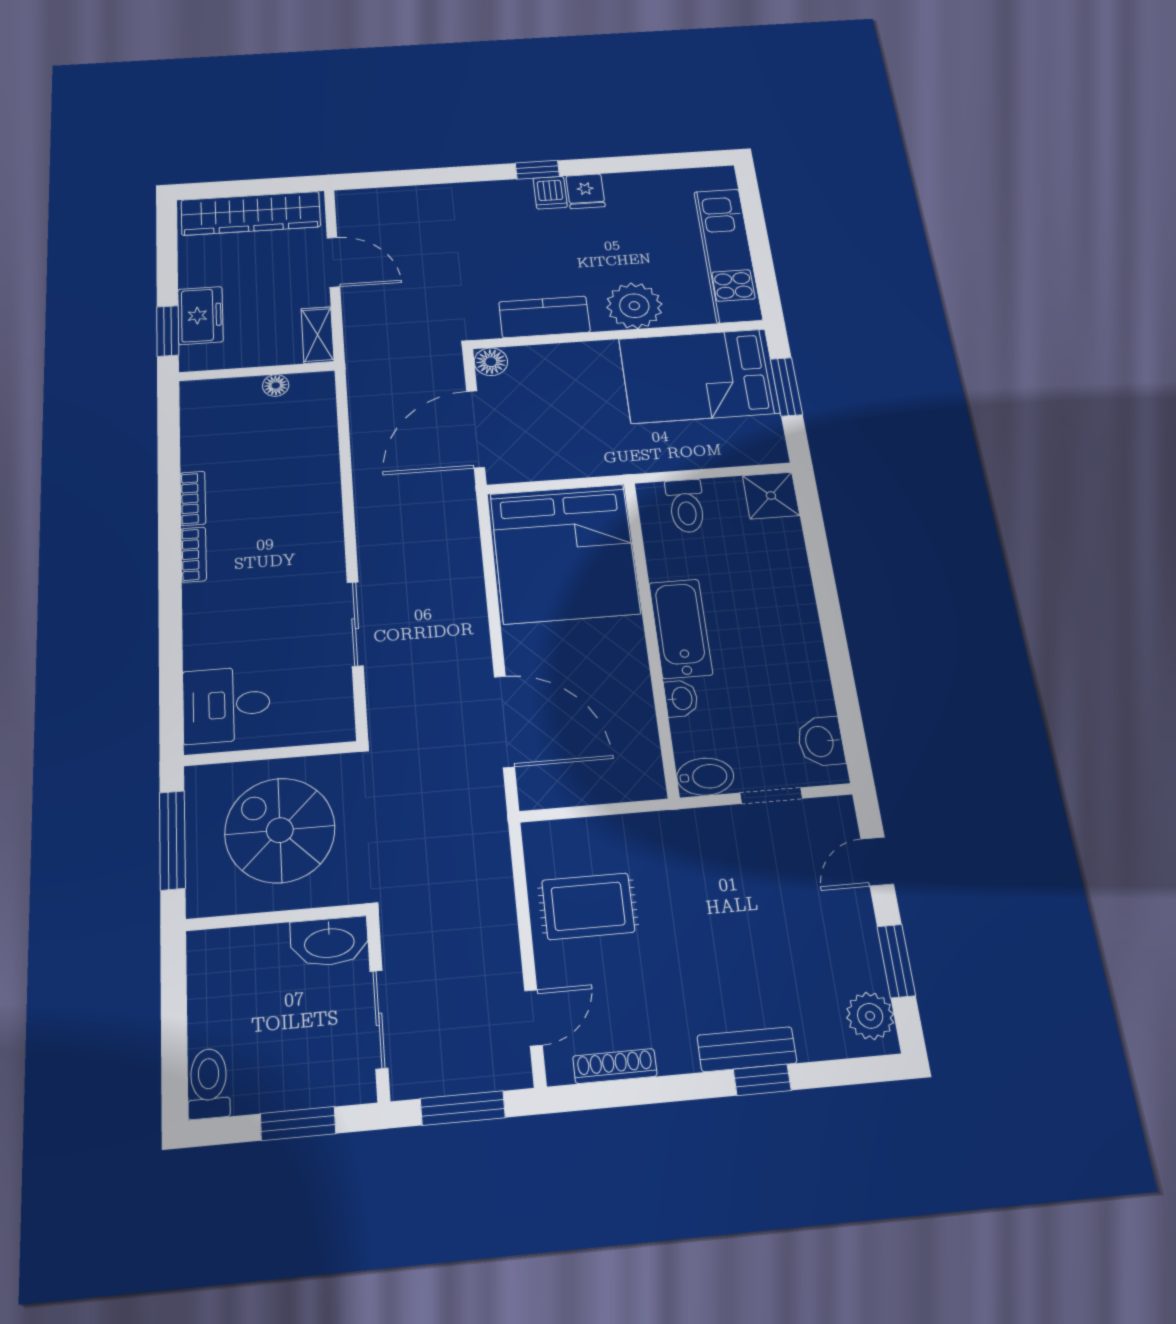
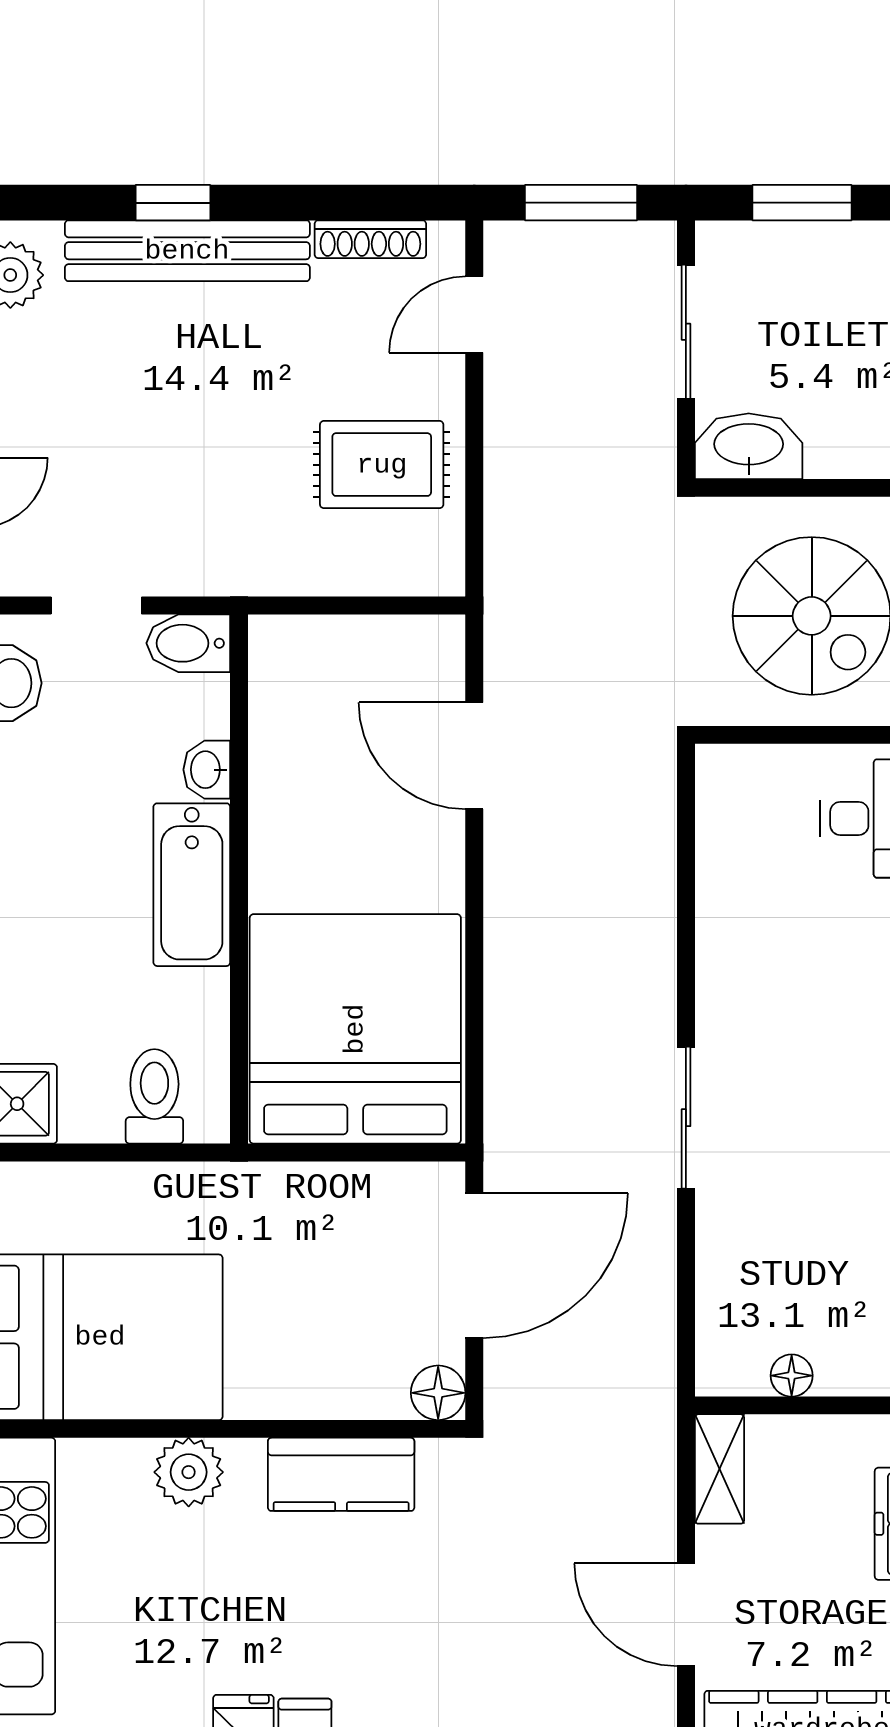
plant: (634, 306) -> (189, 1472), width x0.73, depth x0.73
sliding door: (355, 624) -> (686, 1118), moved
door: (504, 721) -> (474, 756), width x0.73
bench: (747, 1049) -> (187, 251), width x1.86, depth x1.21

